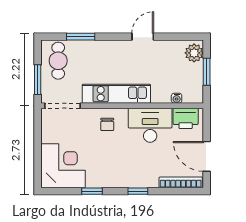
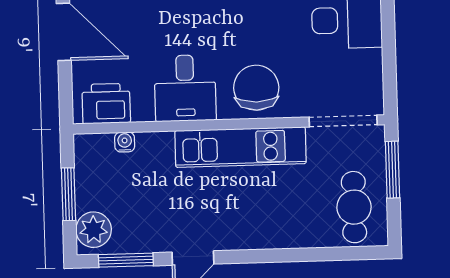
window: (81, 37) -> (126, 260), moved
chair: (107, 124) -> (256, 88), width x1.87, depth x1.87
desk: (150, 125) -> (185, 88), width x0.73

